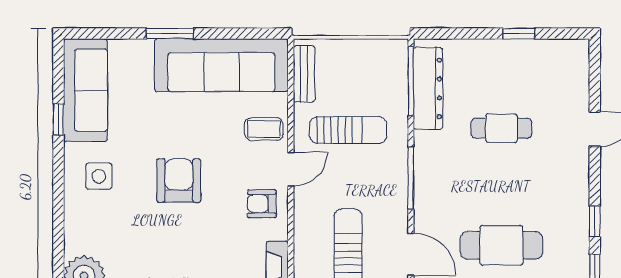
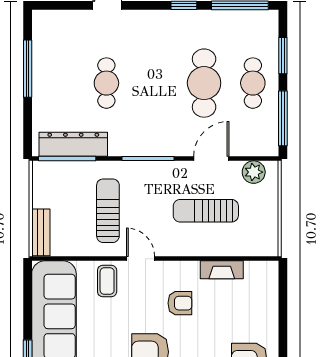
window: (519, 34) -> (28, 69), width x2.17
bench: (304, 74) -> (41, 232), moved, turned 90
armchair: (262, 204) -> (180, 303), moved, turned -90

